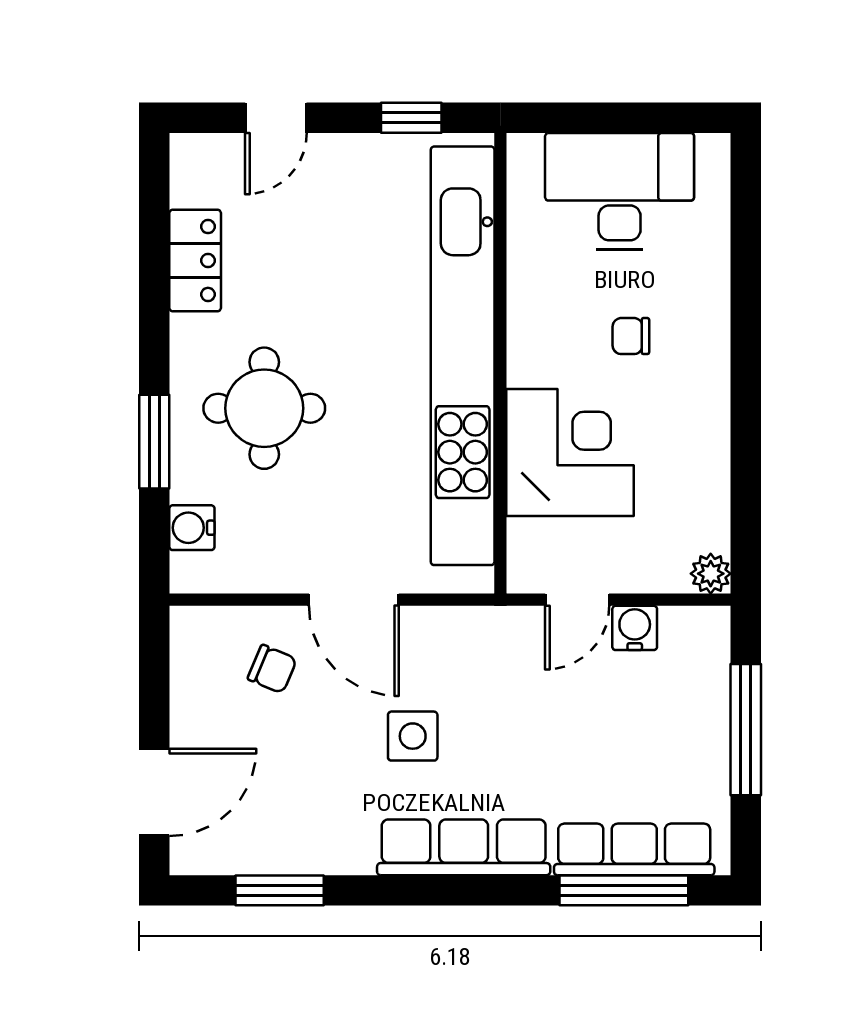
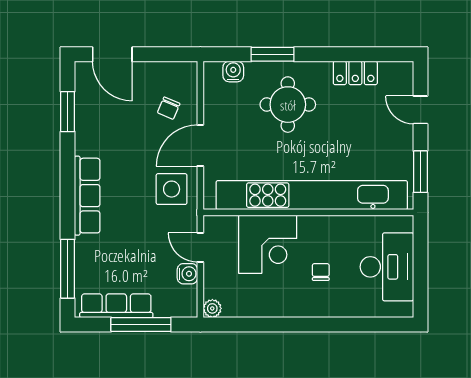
window: (411, 118) -> (420, 172), width x1.50
side table: (413, 736) -> (172, 189), moved, width x1.37, depth x1.37
row of seats: (634, 849) -> (116, 306), moved, turned -90

